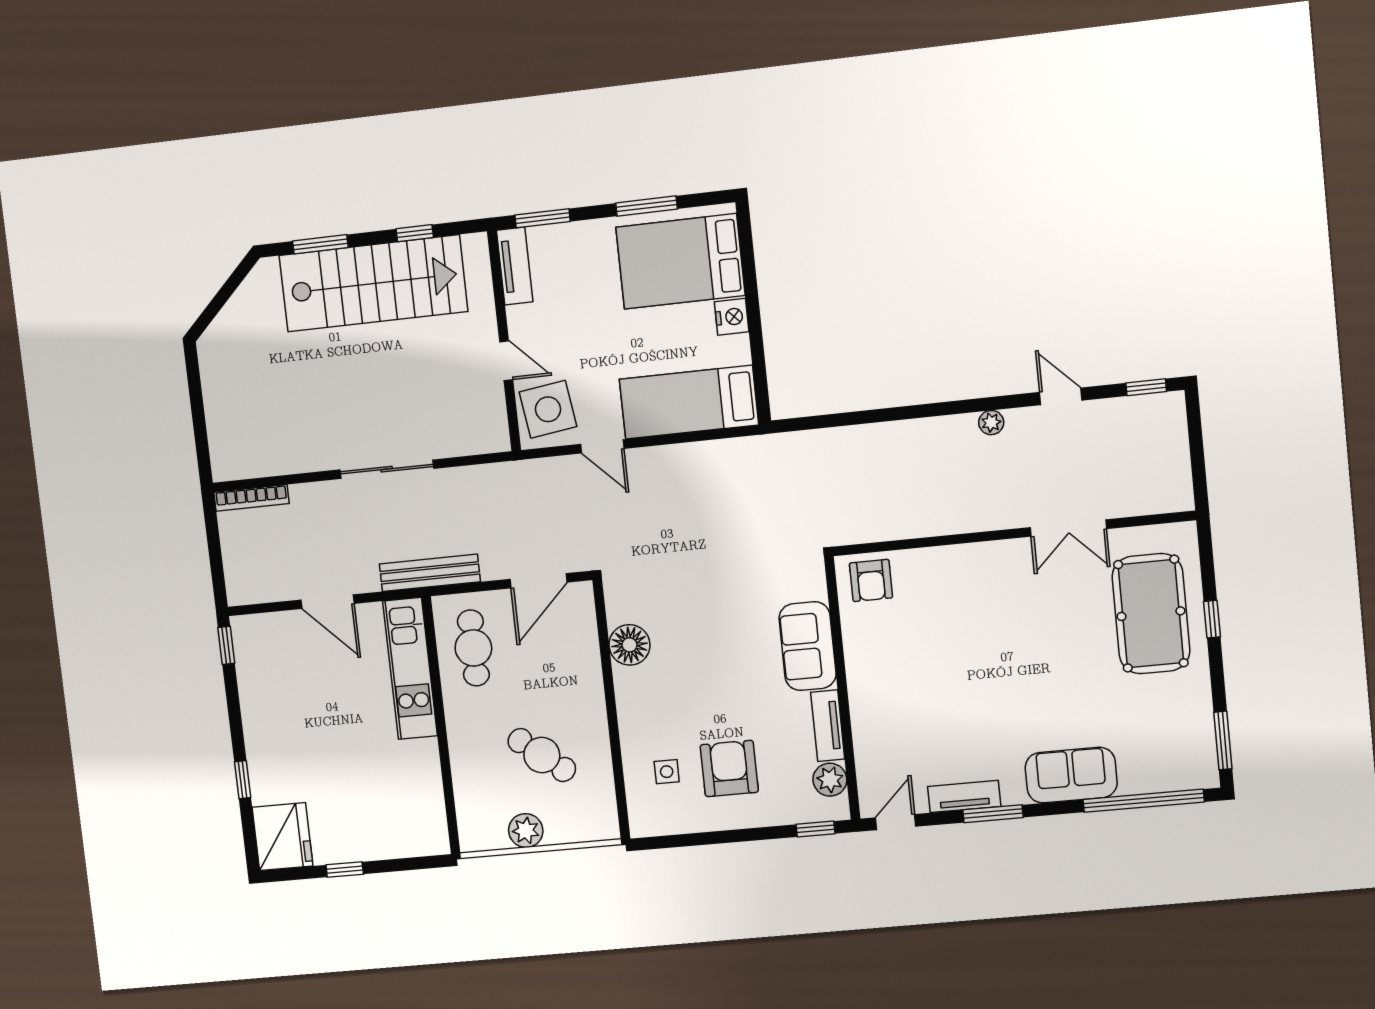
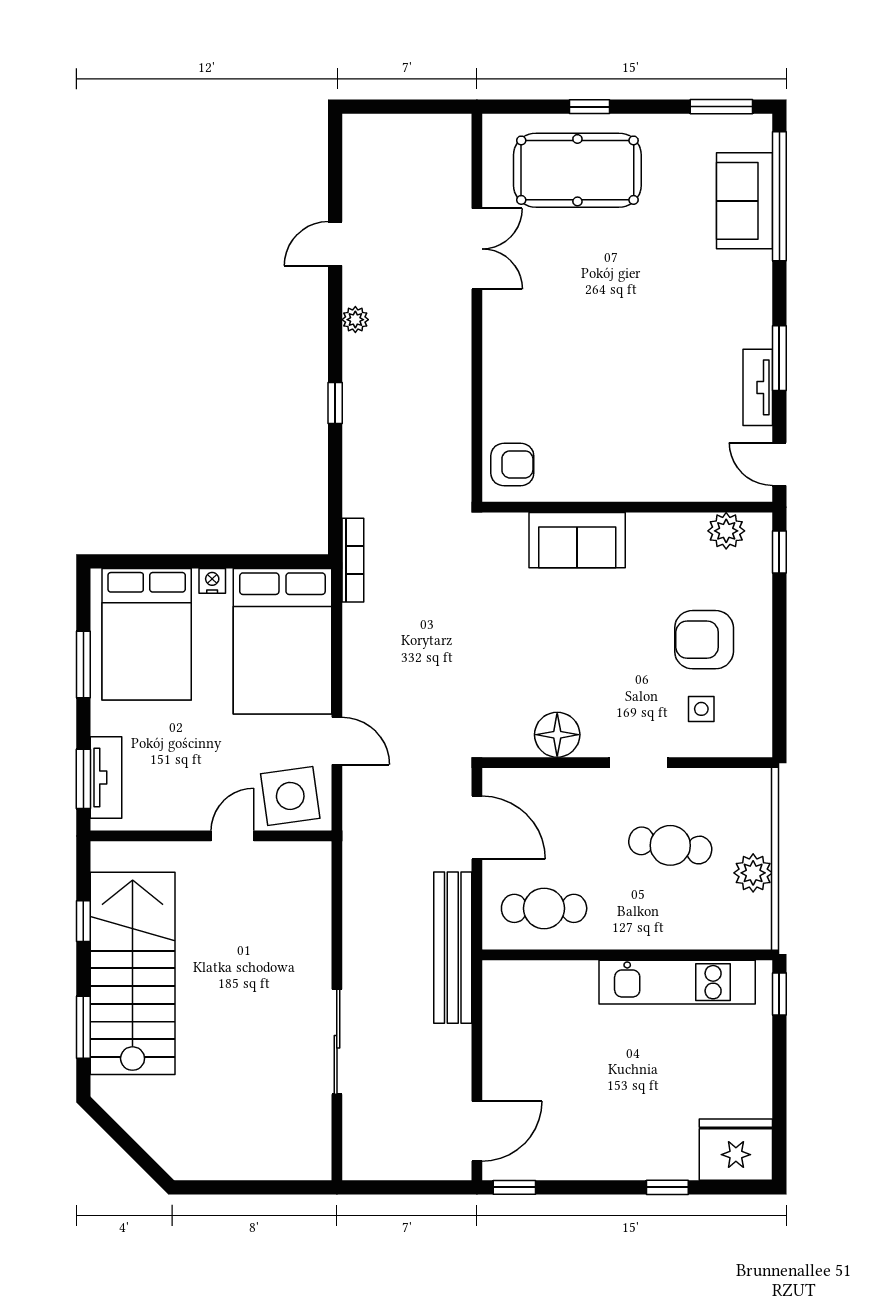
tv unit: (515, 266) -> (106, 777), moved, turned 90
nightstand: (732, 317) -> (212, 581), width x0.72, depth x0.74
window: (1146, 387) -> (335, 403), moved
bed: (689, 402) -> (282, 641), width x1.50
door: (602, 446) -> (337, 741), hinge flipped
sliding door: (387, 469) -> (337, 1042), moved
bookcase: (251, 498) -> (353, 560), moved
bench: (430, 573) -> (453, 948), width x1.37, depth x1.21
door: (327, 602) -> (477, 1131), moved
kitchen unit: (410, 669) -> (677, 982), moved
doorway: (613, 720) -> (638, 763), added
tv unit: (828, 726) -> (667, 527), removed
cafe table: (542, 755) -> (670, 845), turned 60
sofa: (1071, 775) -> (745, 201), moved
window: (345, 869) -> (779, 994), moved

